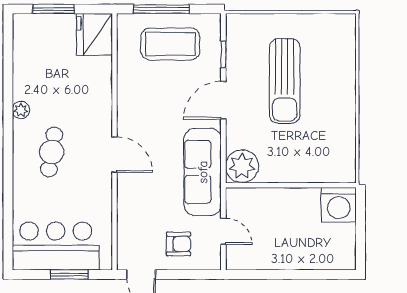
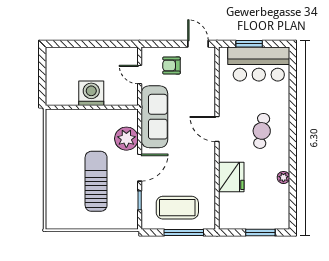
fridge: (95, 34) -> (231, 177), moved
plant: (21, 110) -> (283, 177), moved
plant: (242, 166) -> (126, 139), moved
washing machine: (339, 205) -> (91, 93), moved

